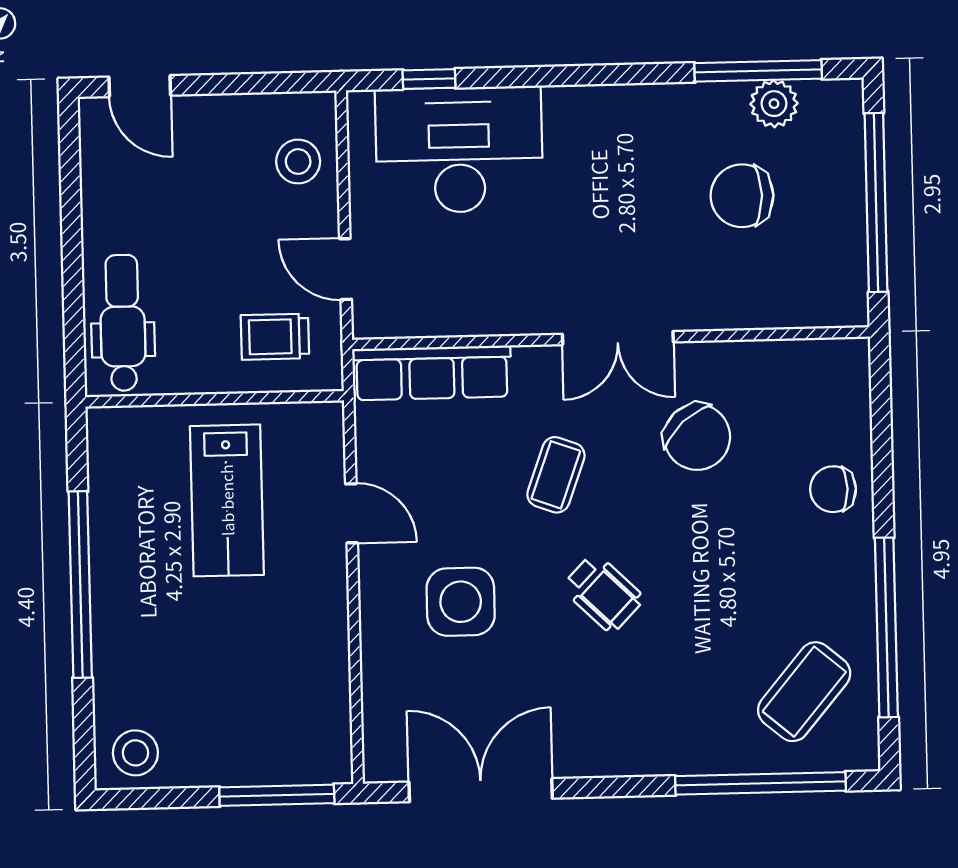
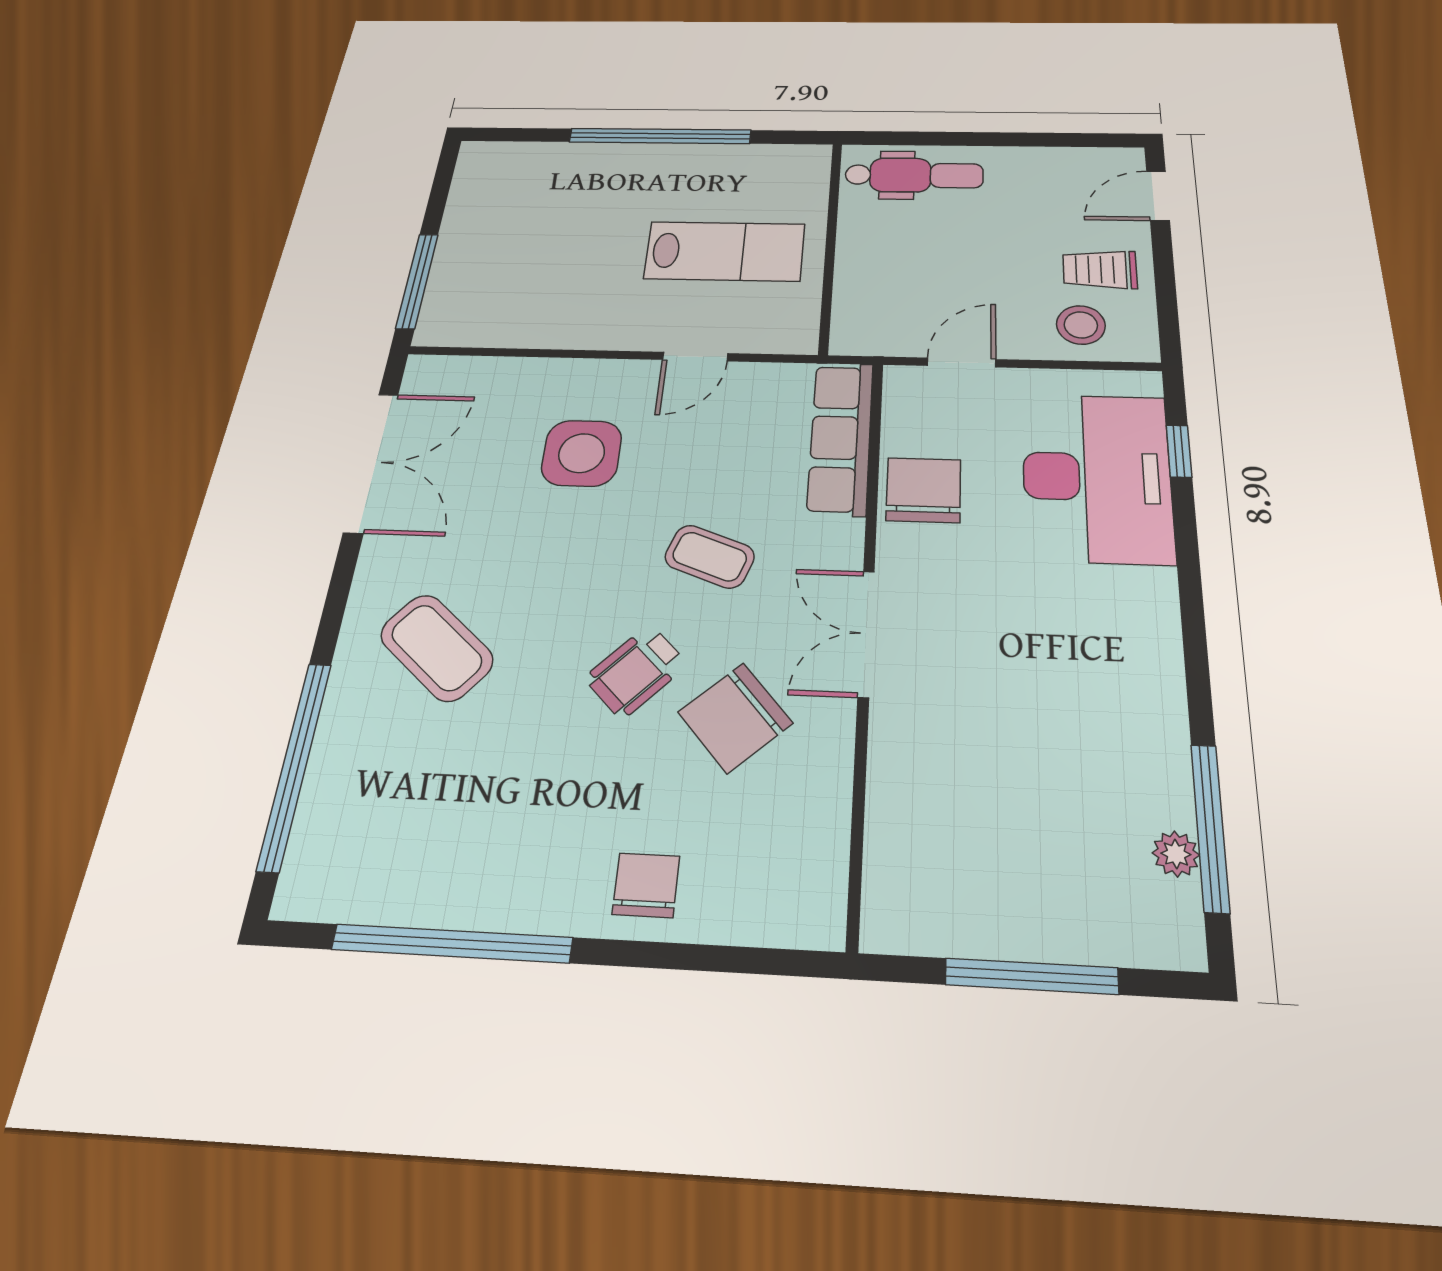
plant: (774, 104) -> (1176, 854), width x0.73, depth x0.73
chair: (742, 196) -> (923, 490), moved
window: (876, 202) -> (1032, 976), width x0.68
trolley: (275, 337) -> (1100, 270), moved, turned -90
lab bench: (227, 500) -> (725, 251), turned 180
wheelchair: (603, 593) -> (636, 671), moved
coffee table: (804, 692) -> (437, 648), moved
stool: (135, 753) -> (489, 172), removed

